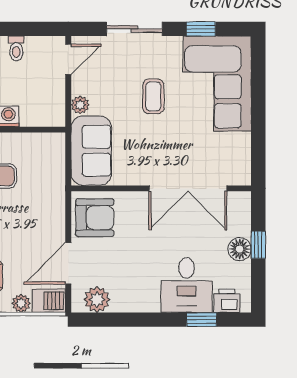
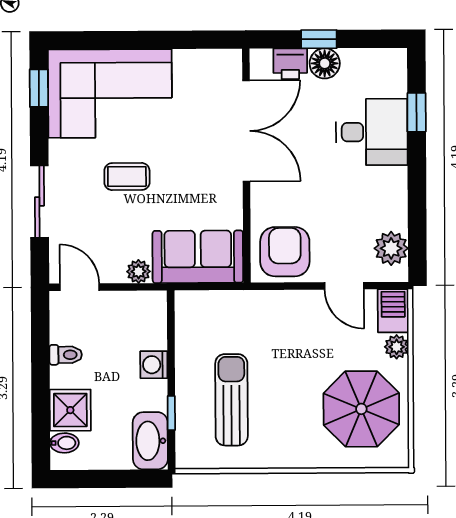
window: (201, 29) -> (39, 88), moved
door: (68, 263) -> (344, 286), width x0.73
printer: (227, 301) -> (290, 64), moved, turned -90

